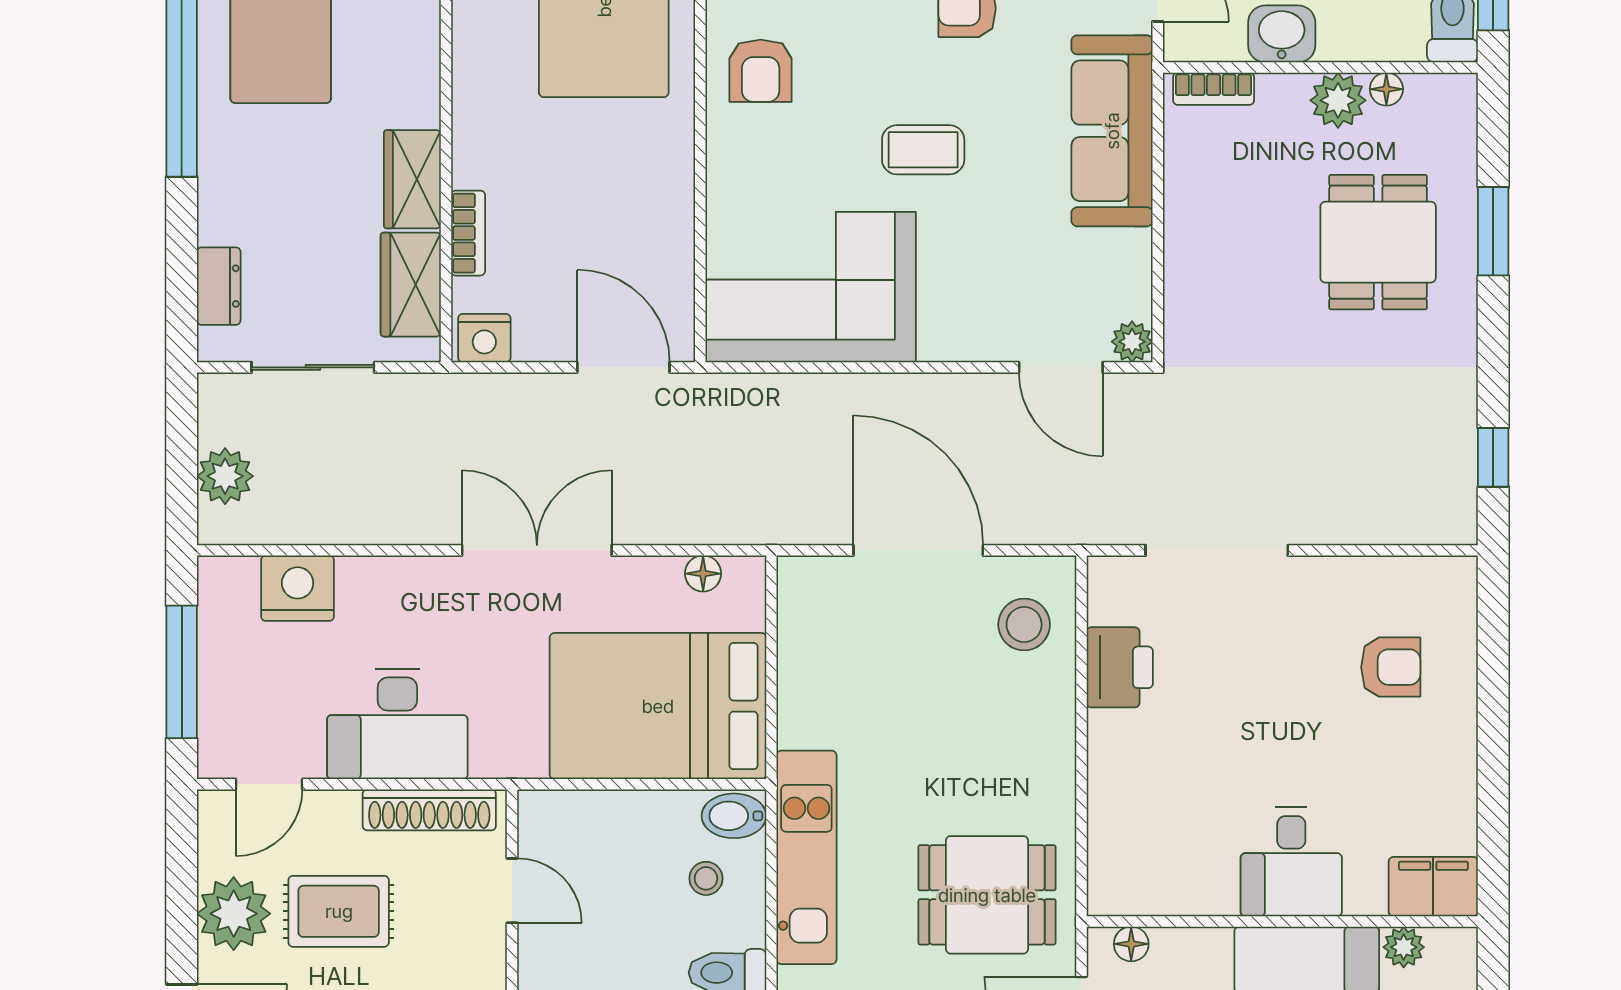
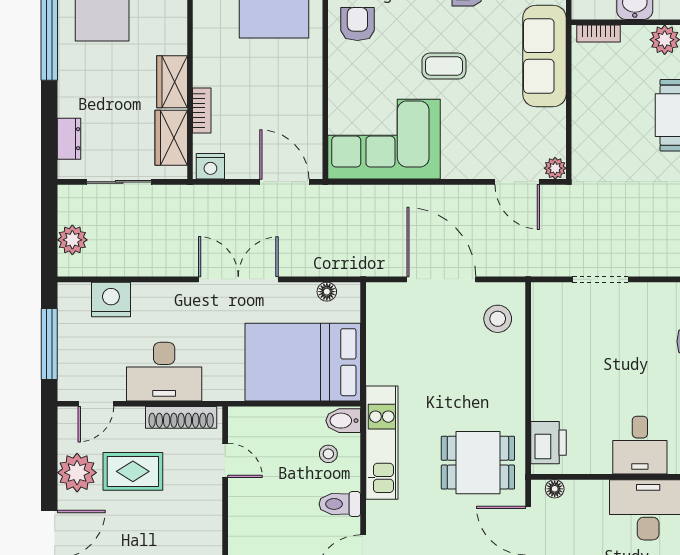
armchair: (761, 71) -> (357, 24), turned 180
doorway: (1217, 550) -> (600, 279), width x0.73
printer: (1120, 667) -> (549, 443), moved

